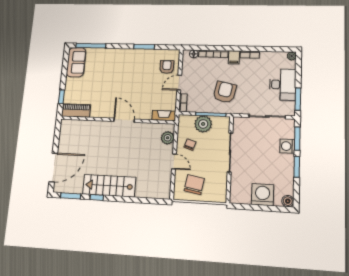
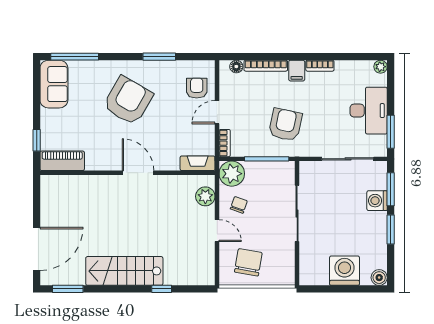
armchair: (122, 74) -> (128, 101), added
plant: (203, 124) -> (232, 174), moved
window: (97, 197) -> (162, 289), moved

